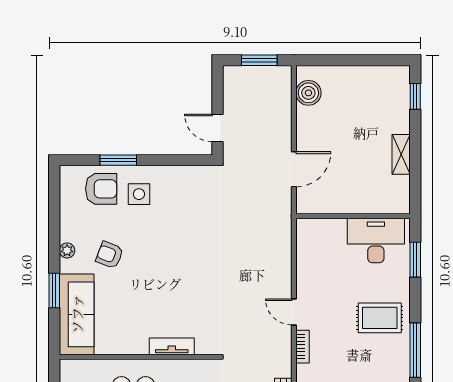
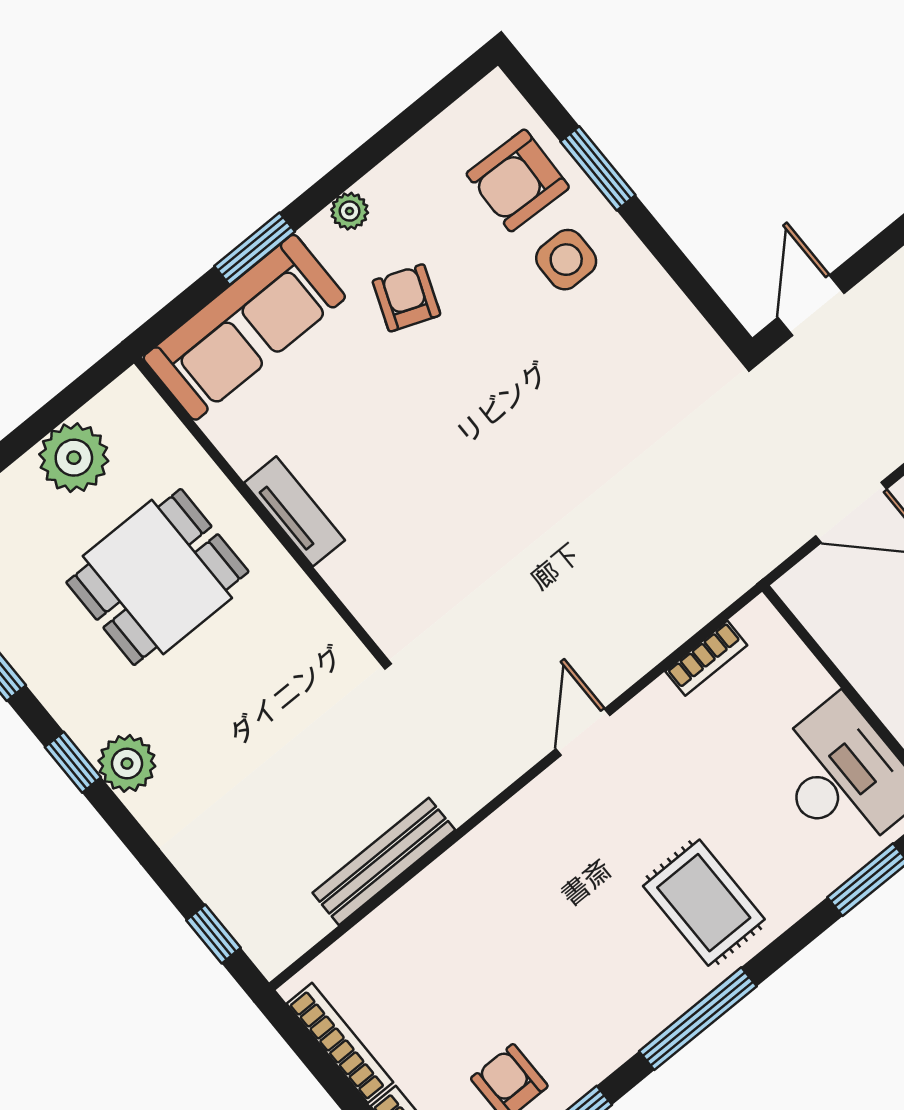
armchair: (101, 189) -> (518, 180), turned 92
tv unit: (172, 346) -> (295, 511), moved
bookcase: (303, 347) -> (706, 658), moved

